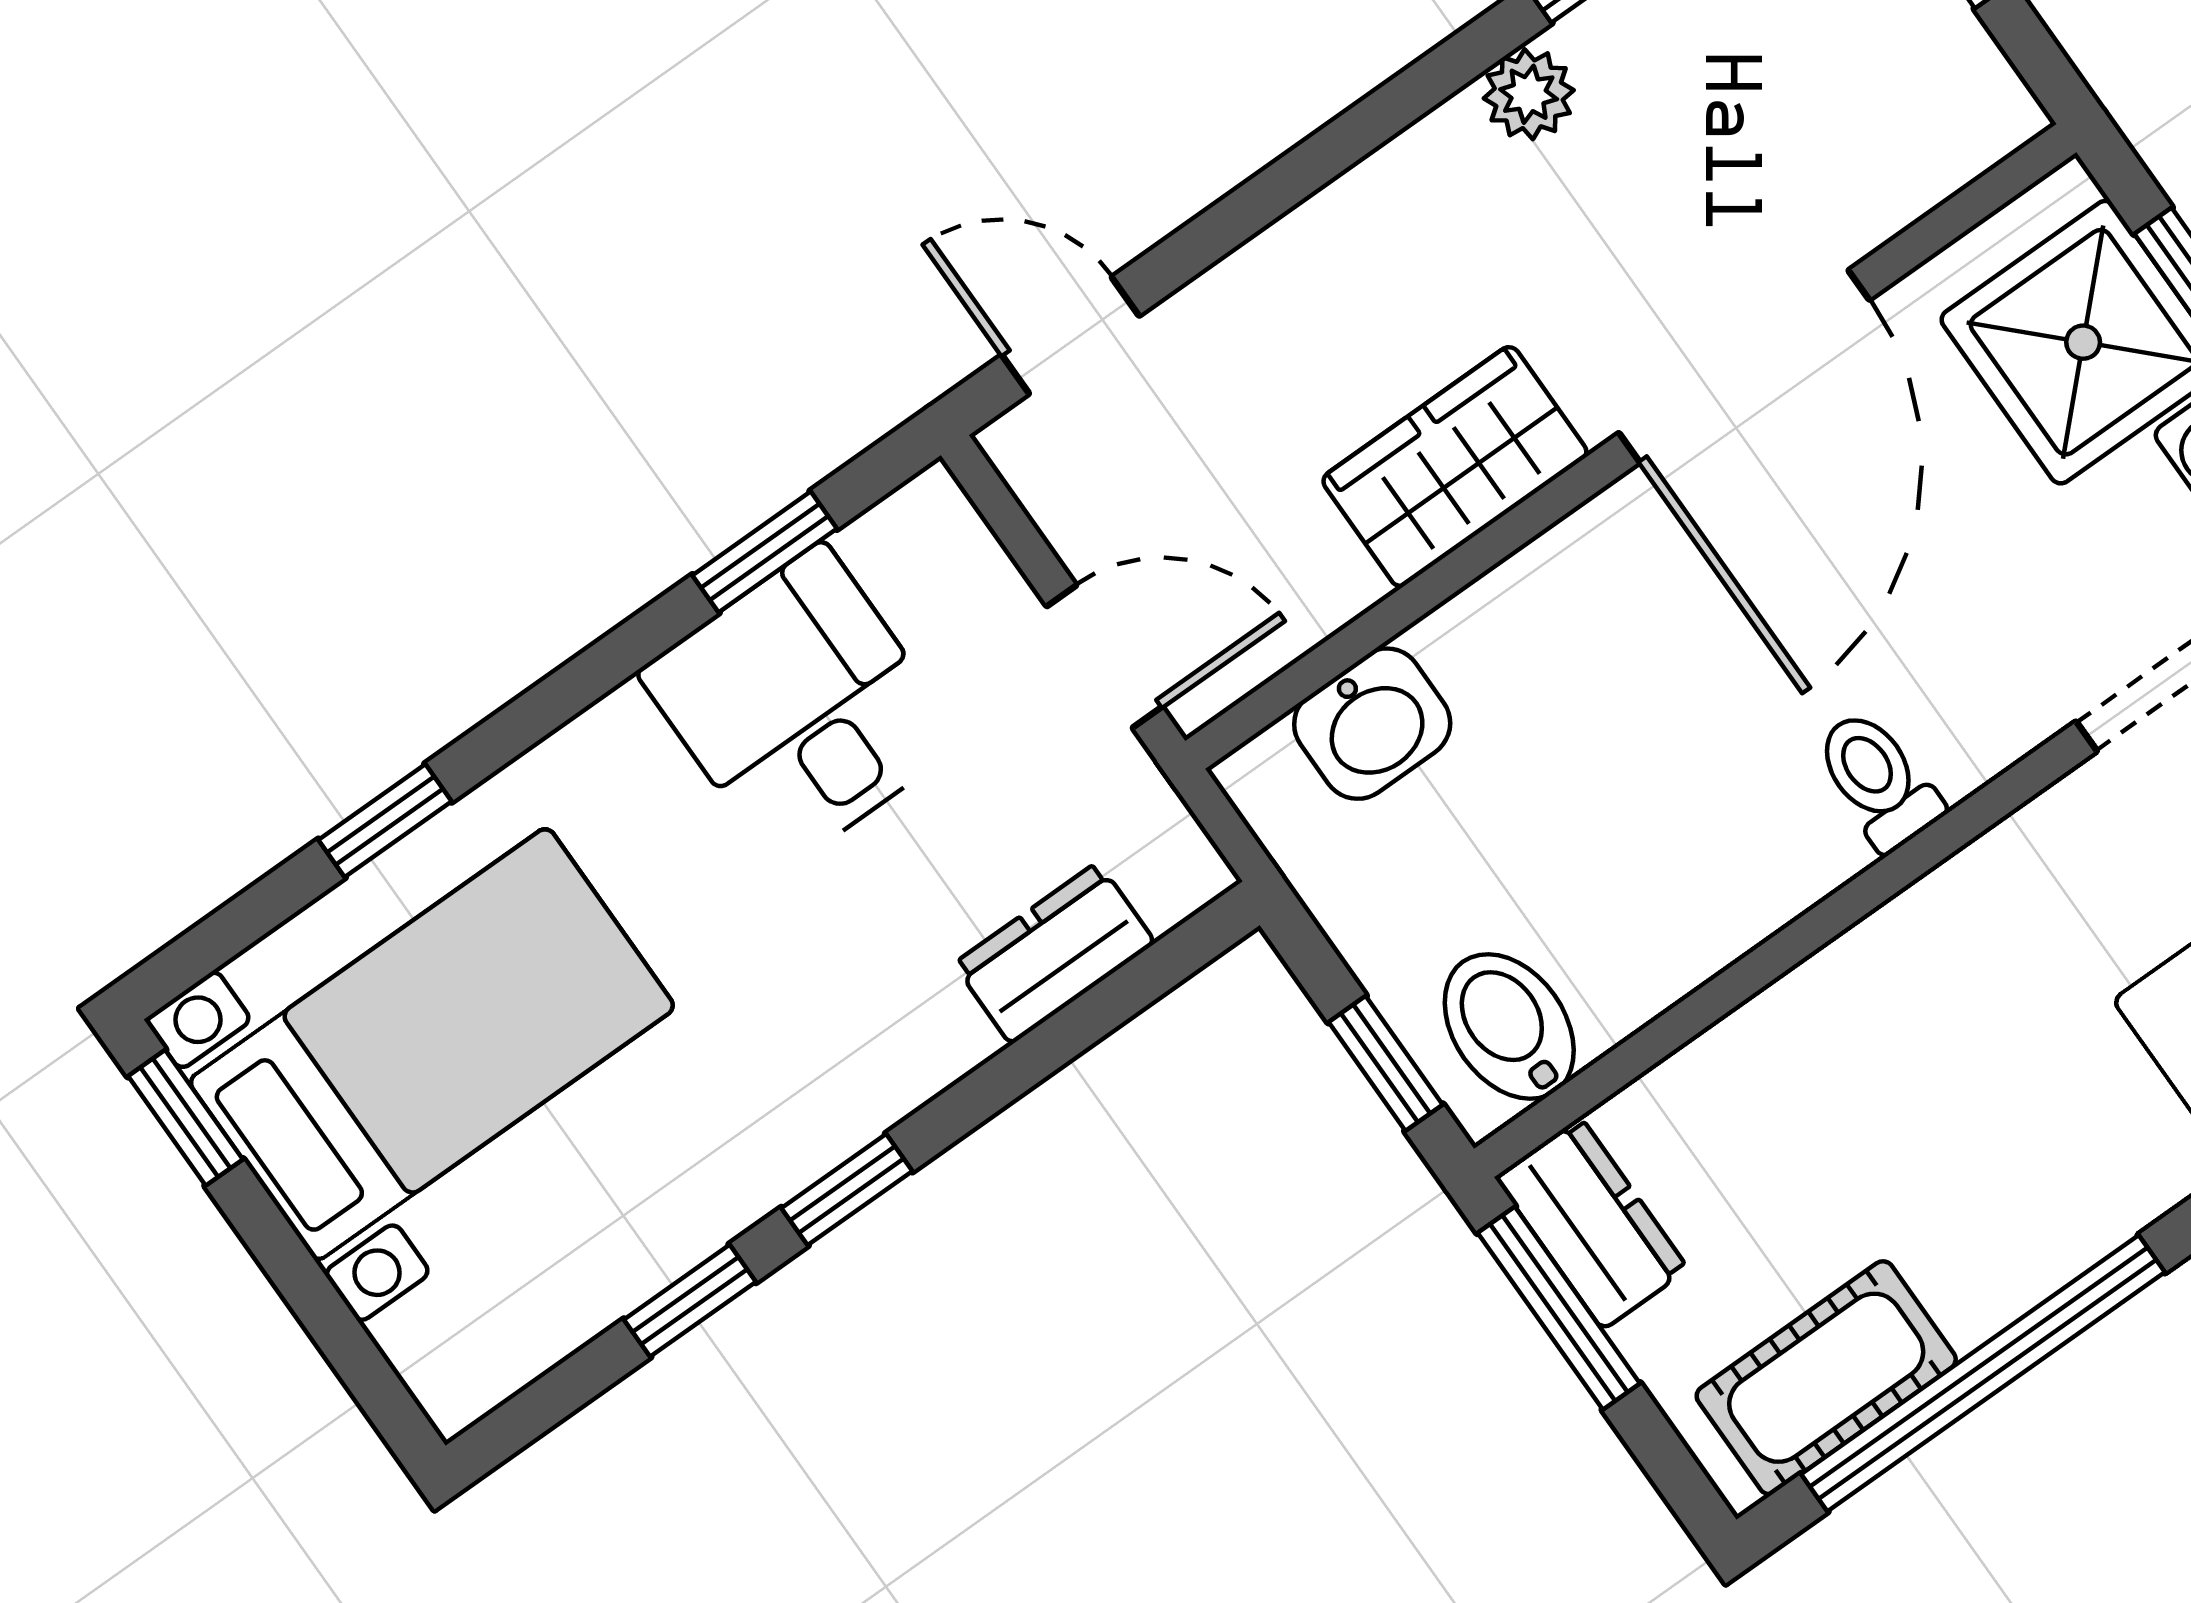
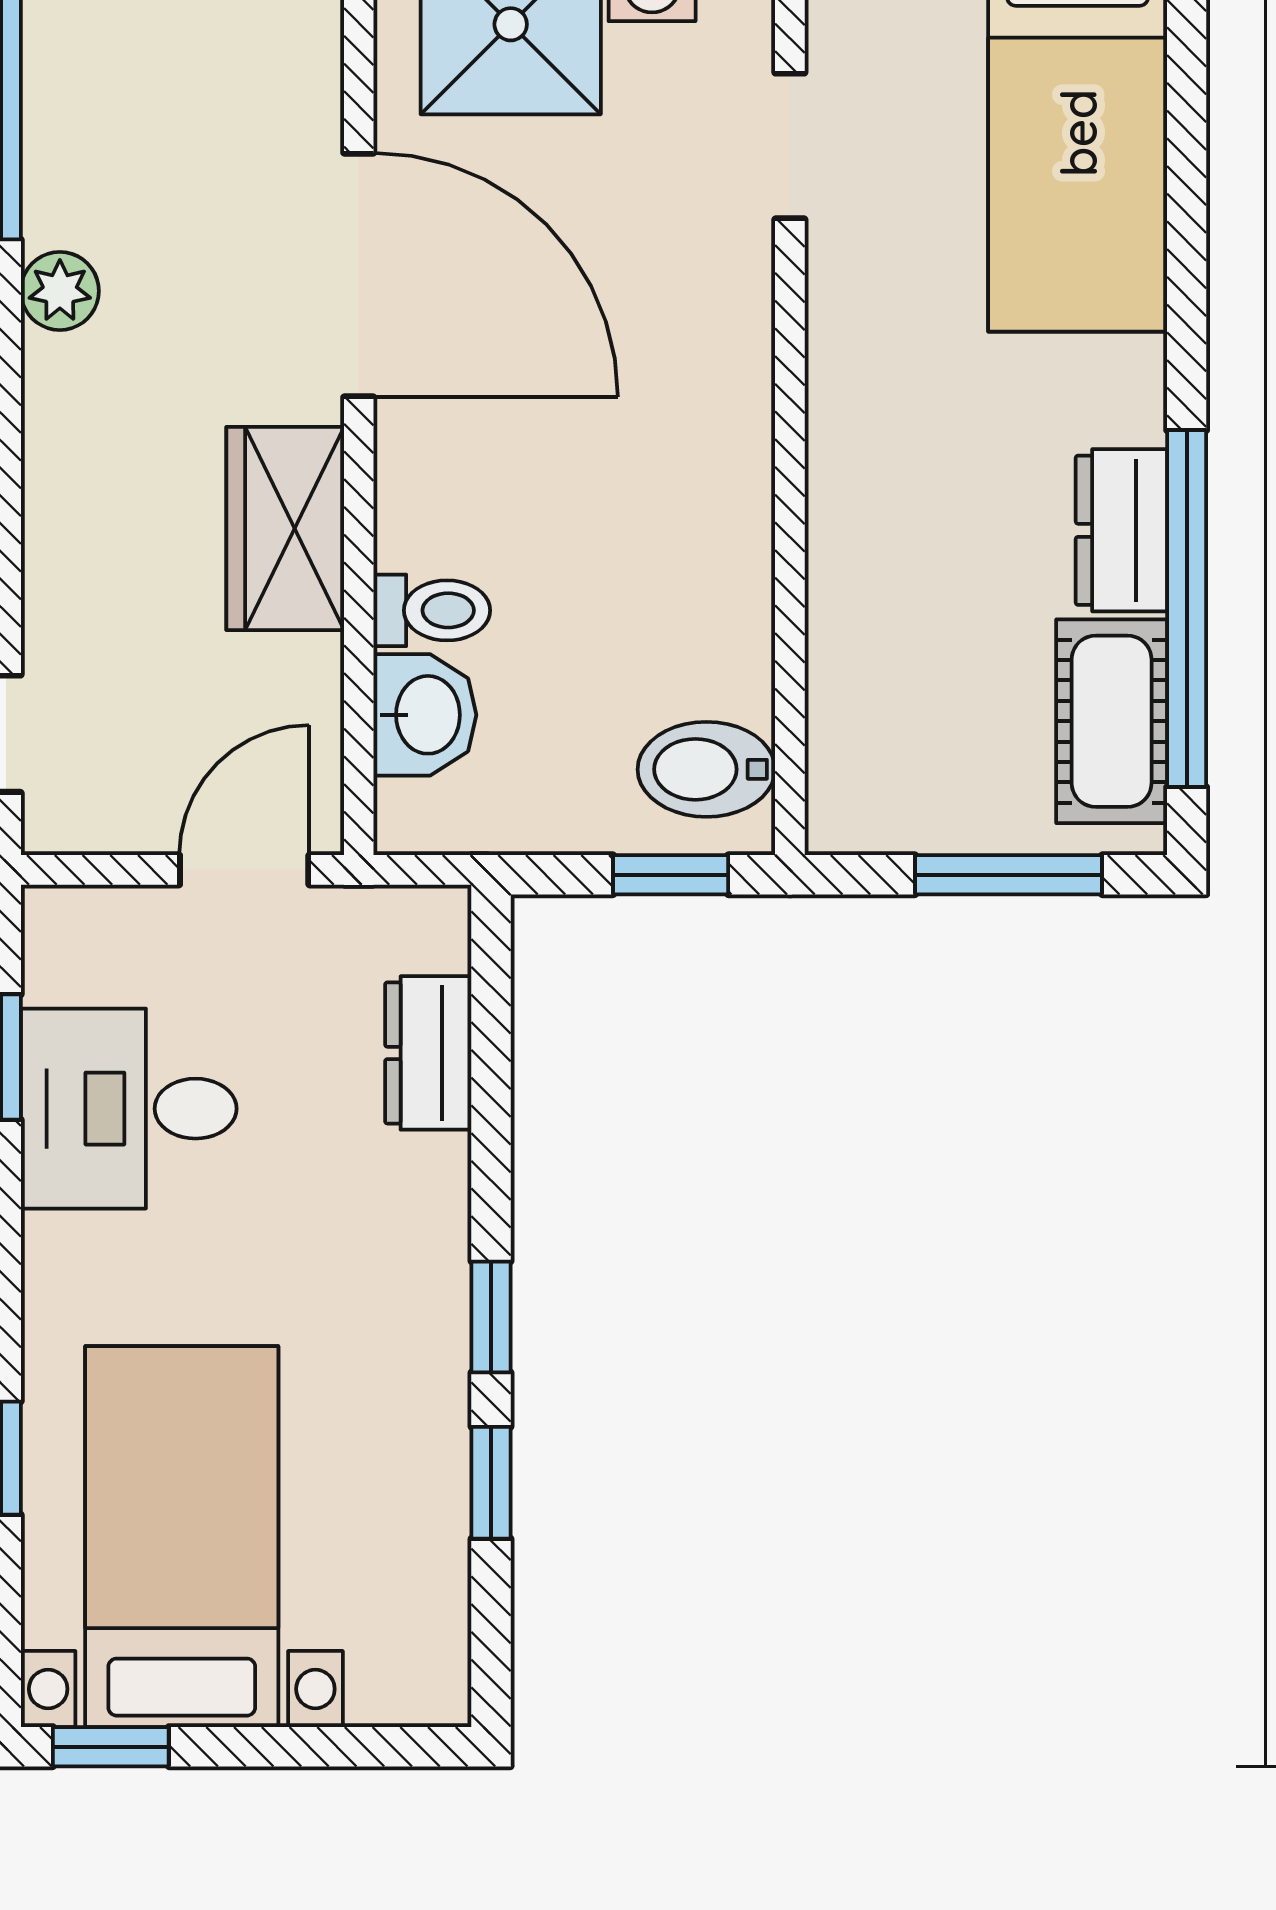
toilet: (1878, 780) -> (432, 610), moved, turned 180
dresser: (1591, 1223) -> (1121, 530), moved, turned -90
window: (1559, 1308) -> (1009, 875), moved

